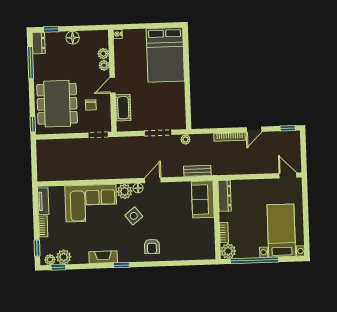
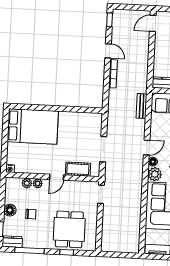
door: (113, 85) -> (57, 177), hinge flipped
dining table: (57, 104) -> (69, 229), width x0.73
chair: (91, 105) -> (31, 214), moved
window: (33, 124) -> (67, 252), moved
doorway: (158, 133) -> (103, 149), moved
plant: (185, 139) -> (112, 114), removed
door: (153, 180) -> (147, 147), swing flipped

